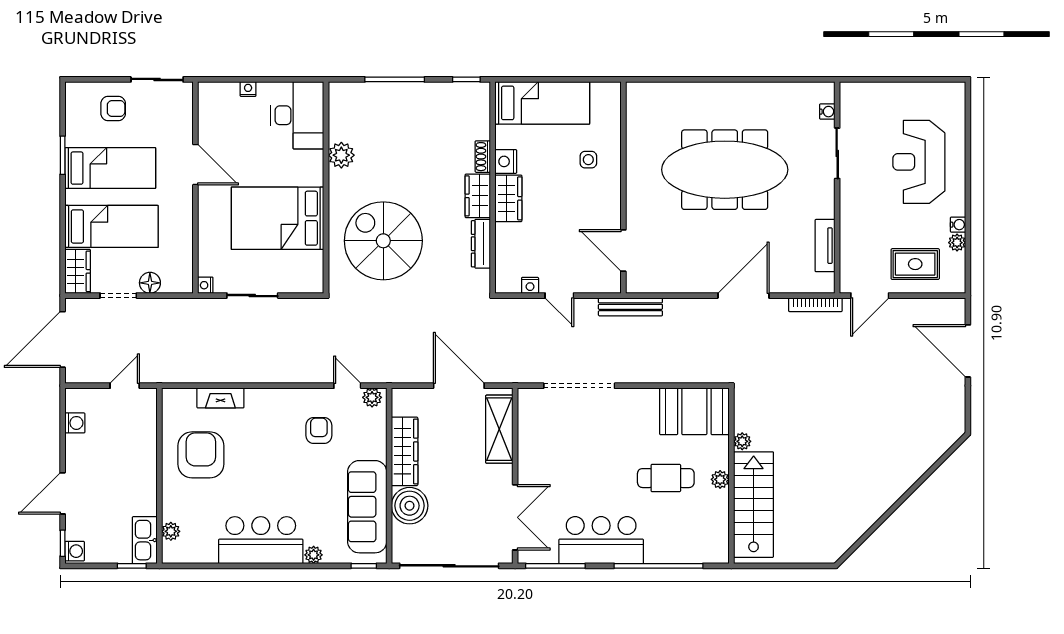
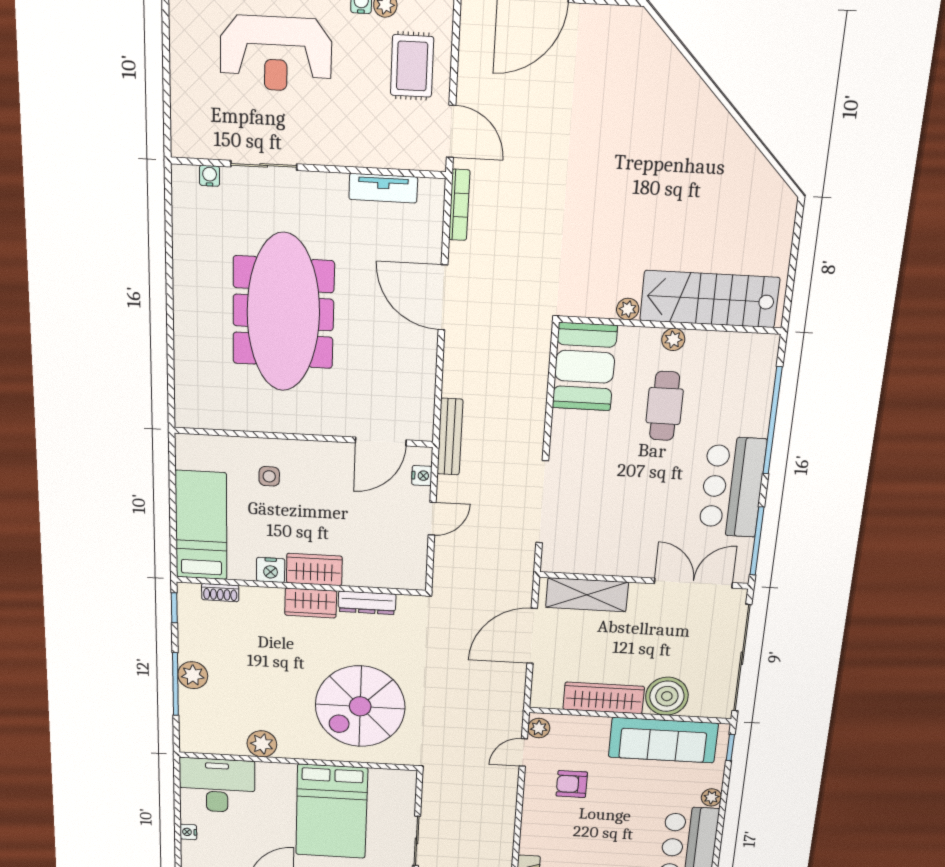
plant: (404, 95) -> (193, 675), added
shoe rack: (483, 157) -> (220, 593), moved
nightstand: (530, 285) -> (422, 476), moved

